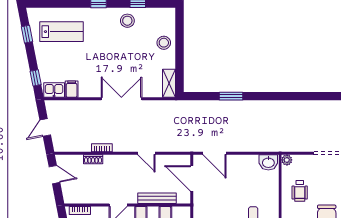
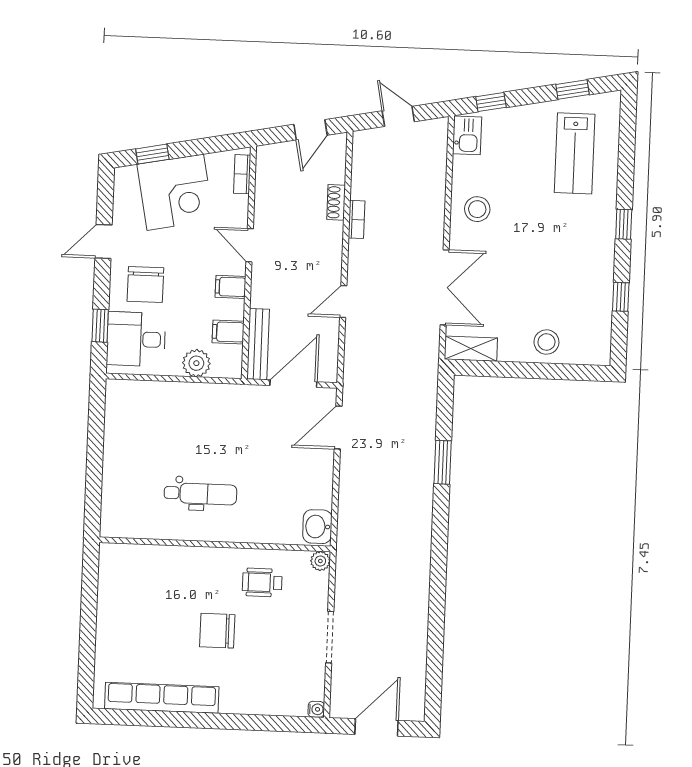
stool: (127, 21) -> (477, 209), moved
filing cabinet: (72, 89) -> (467, 168), removed
double door: (121, 99) -> (445, 287), moved
bench: (157, 198) -> (258, 344), moved

